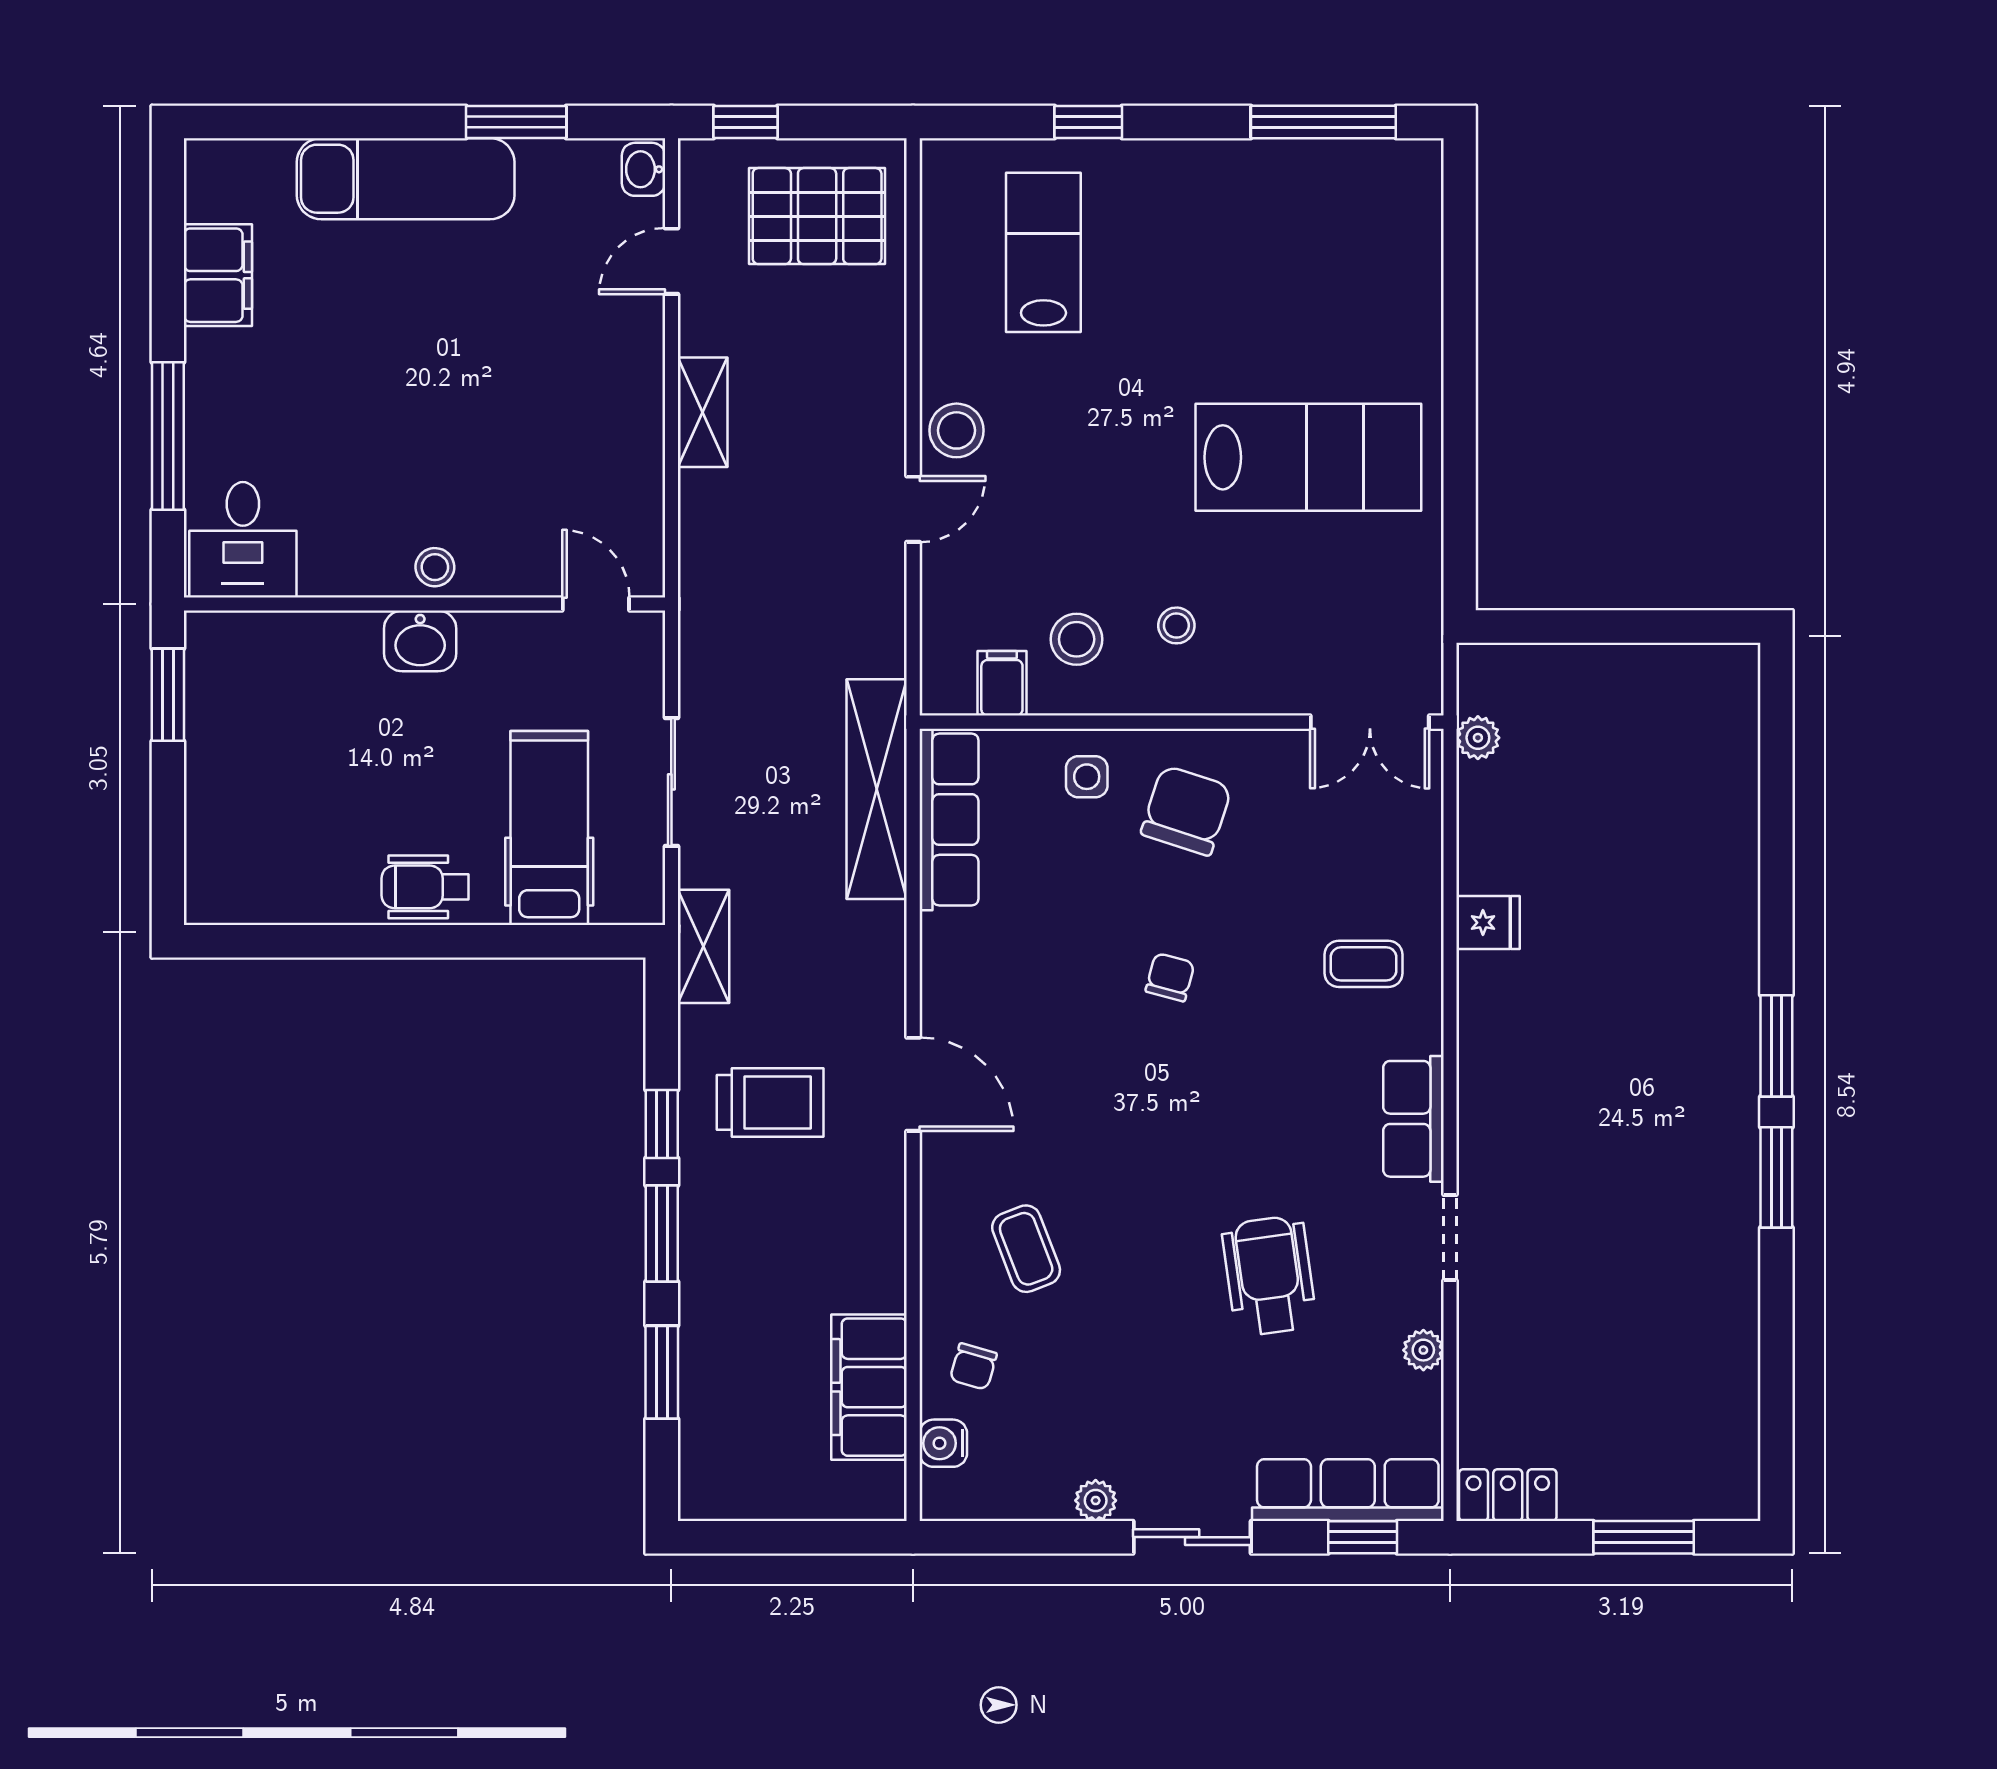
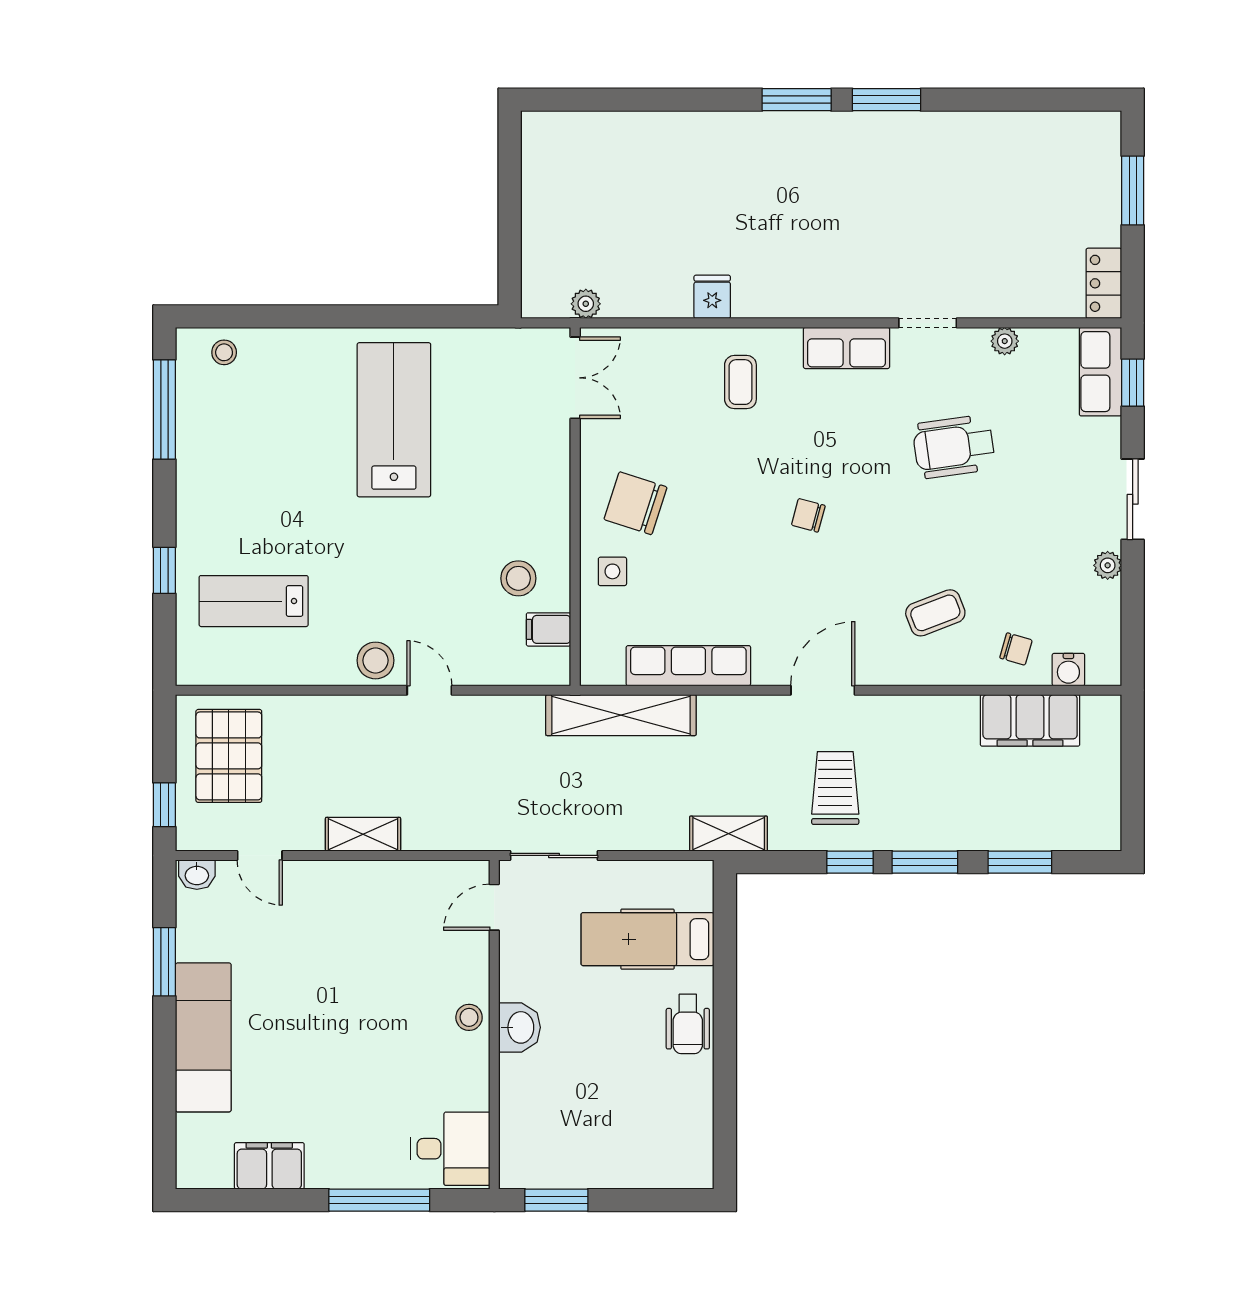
stool: (1176, 625) -> (224, 352), moved
sliding door: (671, 782) -> (554, 855), moved
row of seats: (949, 820) -> (688, 666), moved
chair: (1170, 977) -> (808, 515), moved
row of seats: (1348, 1490) -> (1100, 372), width x0.68

